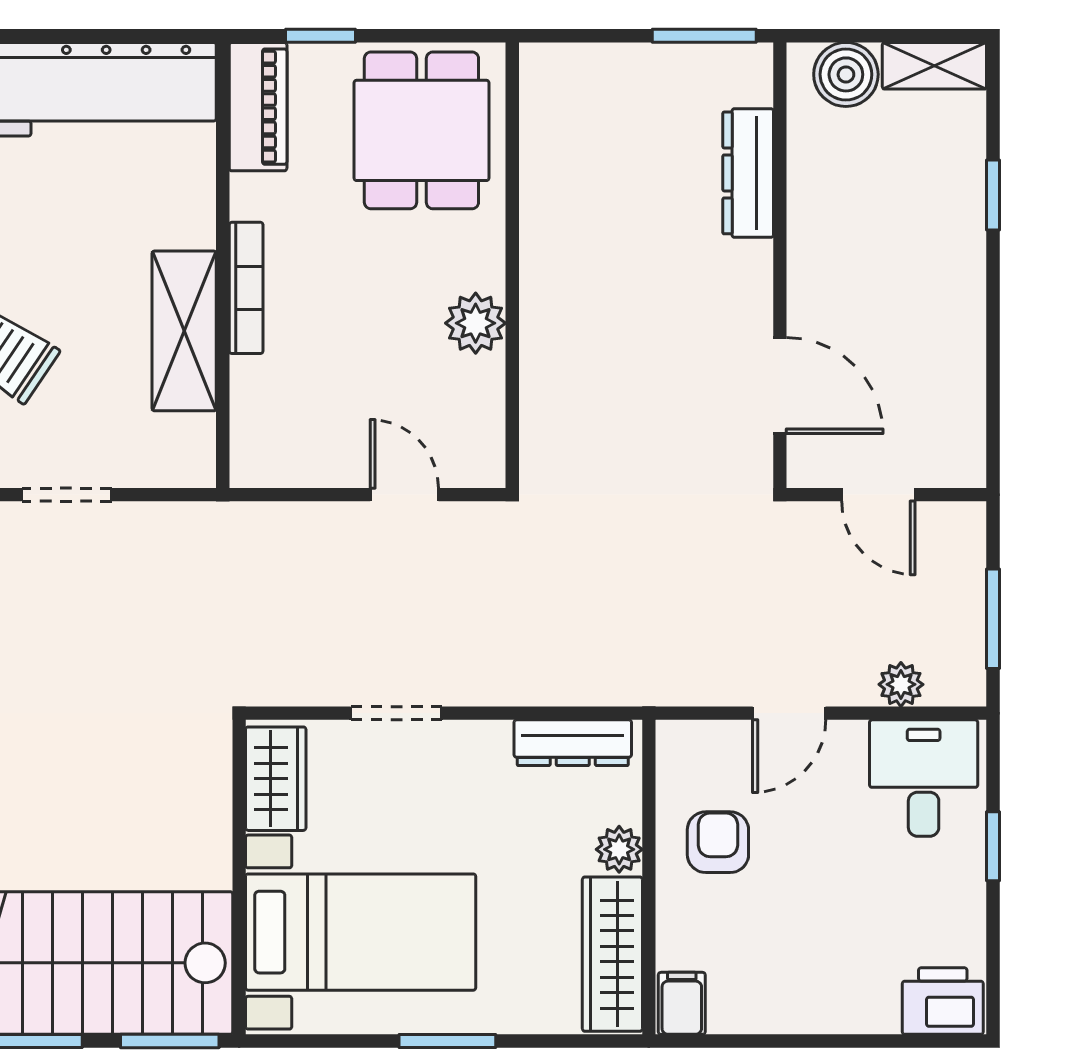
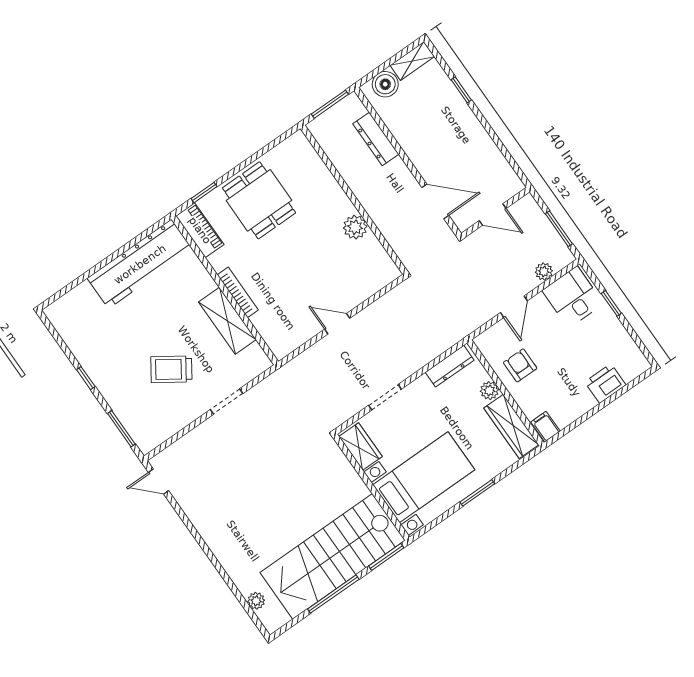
wall: (512, 265) -> (354, 200), moved
plant: (476, 323) -> (355, 227), moved
printer: (943, 1001) -> (605, 383), moved

